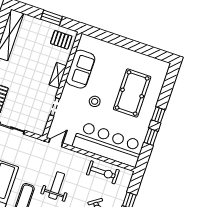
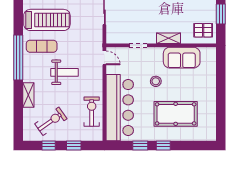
pallet: (61, 40) -> (203, 30), turned 90
exercise bike: (103, 172) -> (92, 112), turned 180

